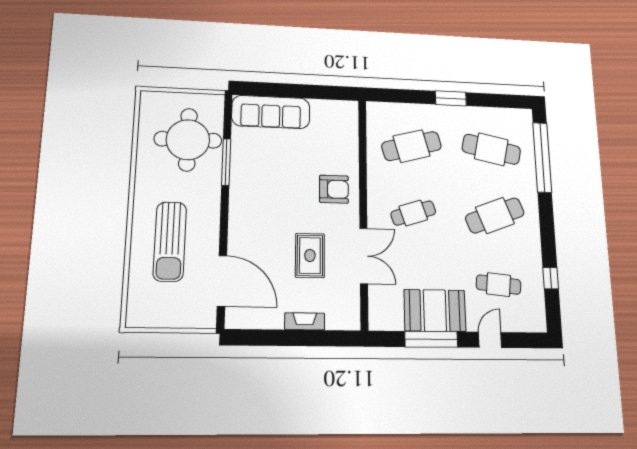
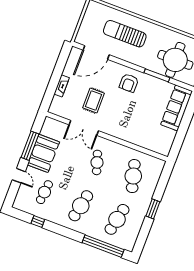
armchair: (334, 189) -> (129, 83), moved
cafe table: (495, 215) -> (81, 206), turned 33
rug: (310, 255) -> (94, 100), turned 90

